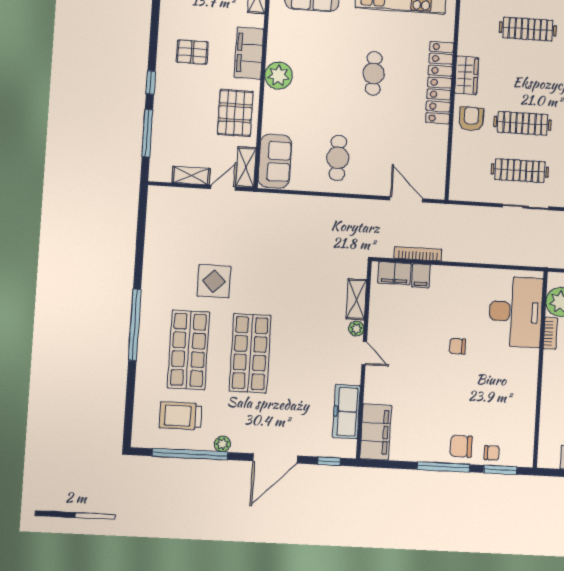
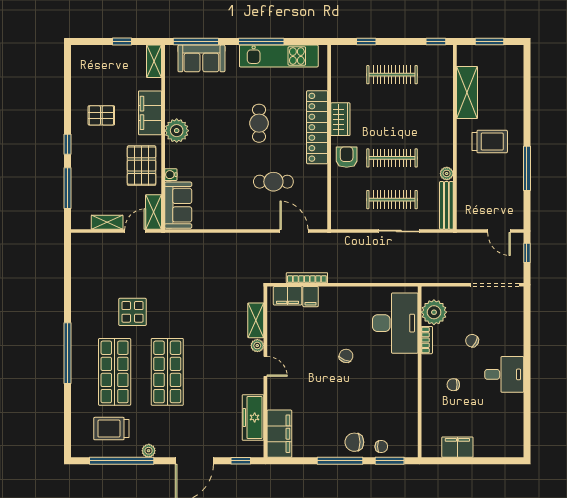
water cooler: (269, 125) -> (171, 175), added
cafe table: (338, 158) -> (273, 182), moved, turned 90
chair: (457, 346) -> (346, 356), turned 113

